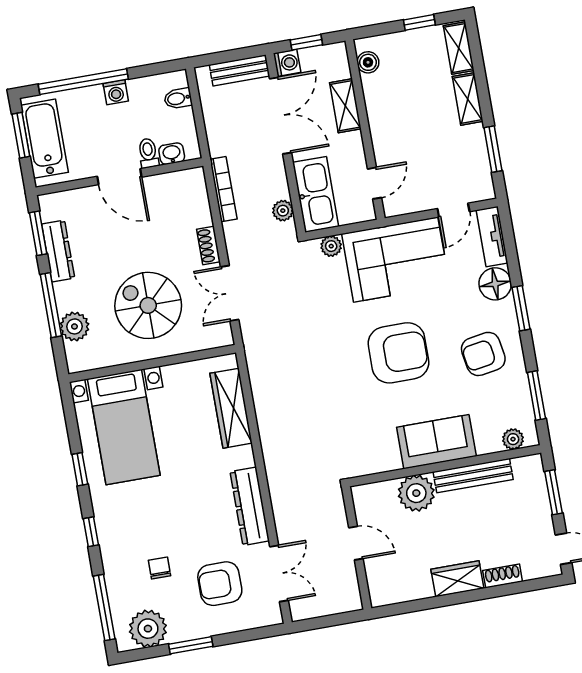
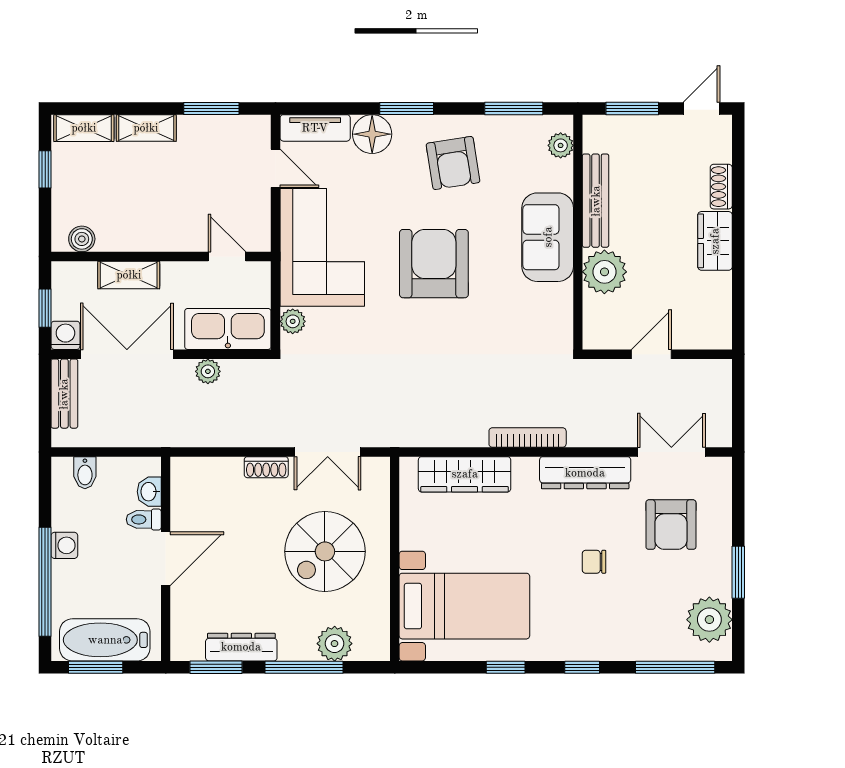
bookcase: (223, 189) -> (528, 438), moved
plant: (283, 211) -> (208, 371), moved
chair: (160, 568) -> (594, 562), moved

